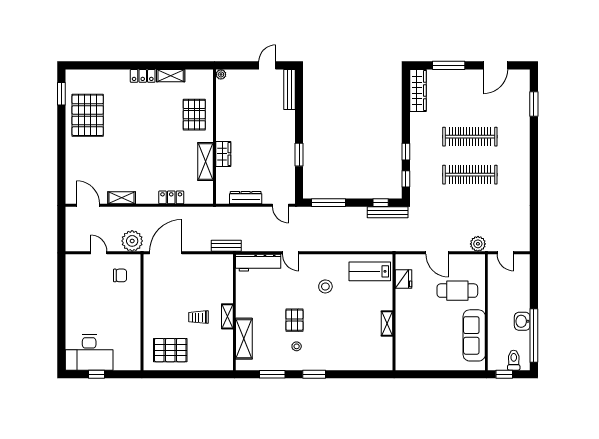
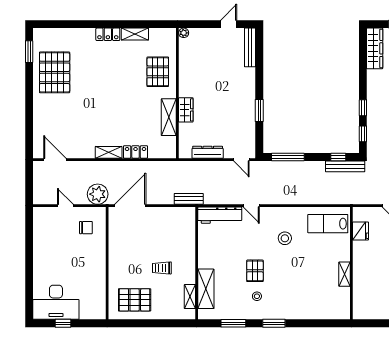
shelving: (122, 198) -> (109, 152), moved
shelving: (227, 316) -> (190, 297), moved

